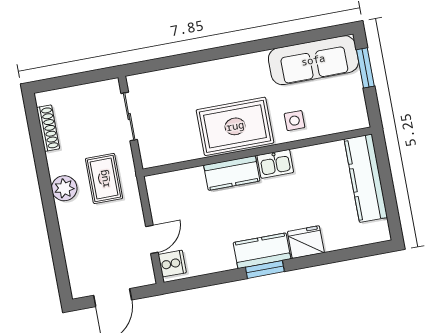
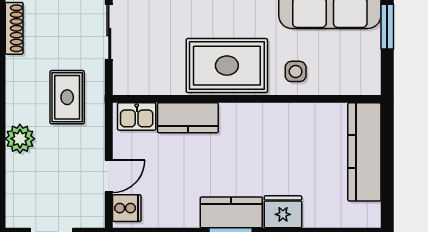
kitchen sink: (275, 164) -> (137, 116), moved
kitchen counter: (232, 173) -> (188, 118), moved
plant: (64, 188) -> (20, 139), moved

